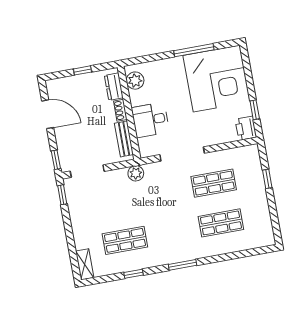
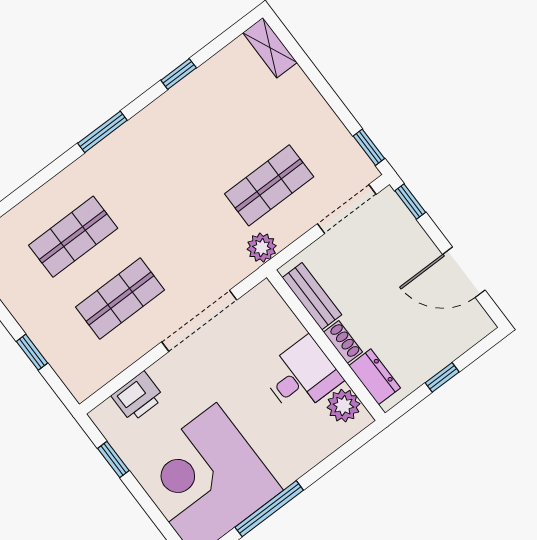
desk: (150, 120) -> (302, 376), moved
printer: (246, 128) -> (138, 397), moved, turned 90
shop shelf: (125, 240) -> (269, 185), moved

